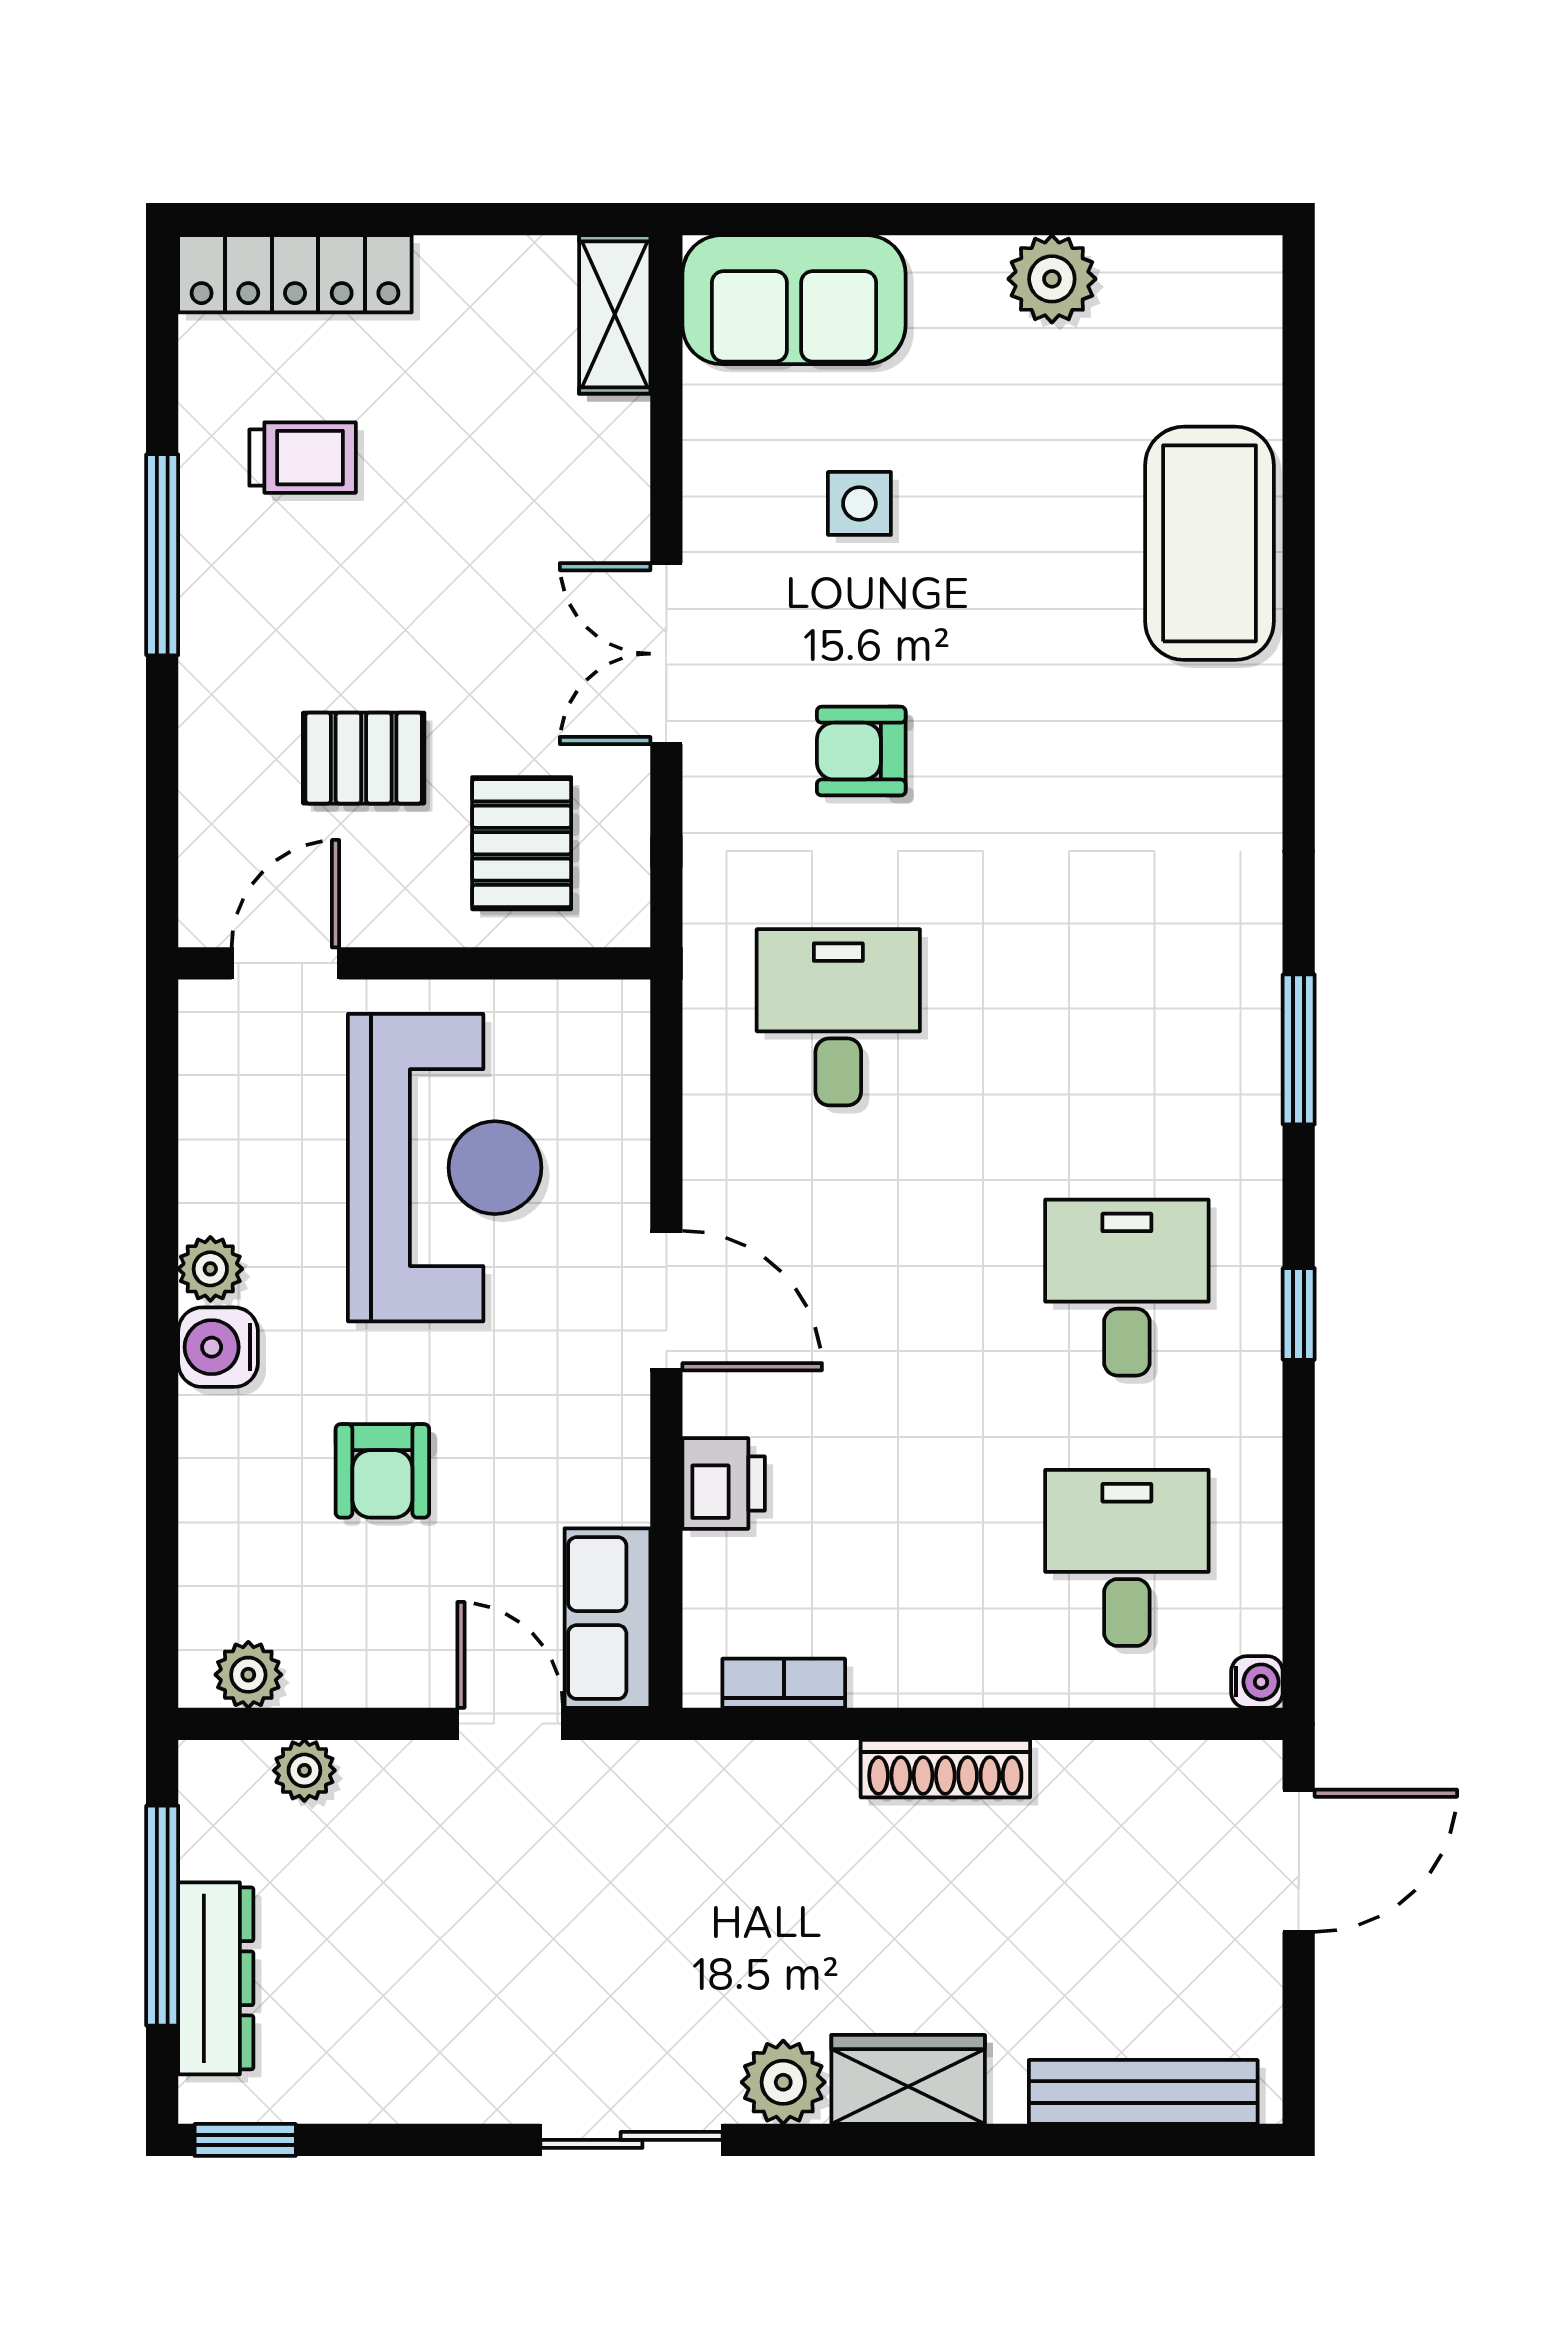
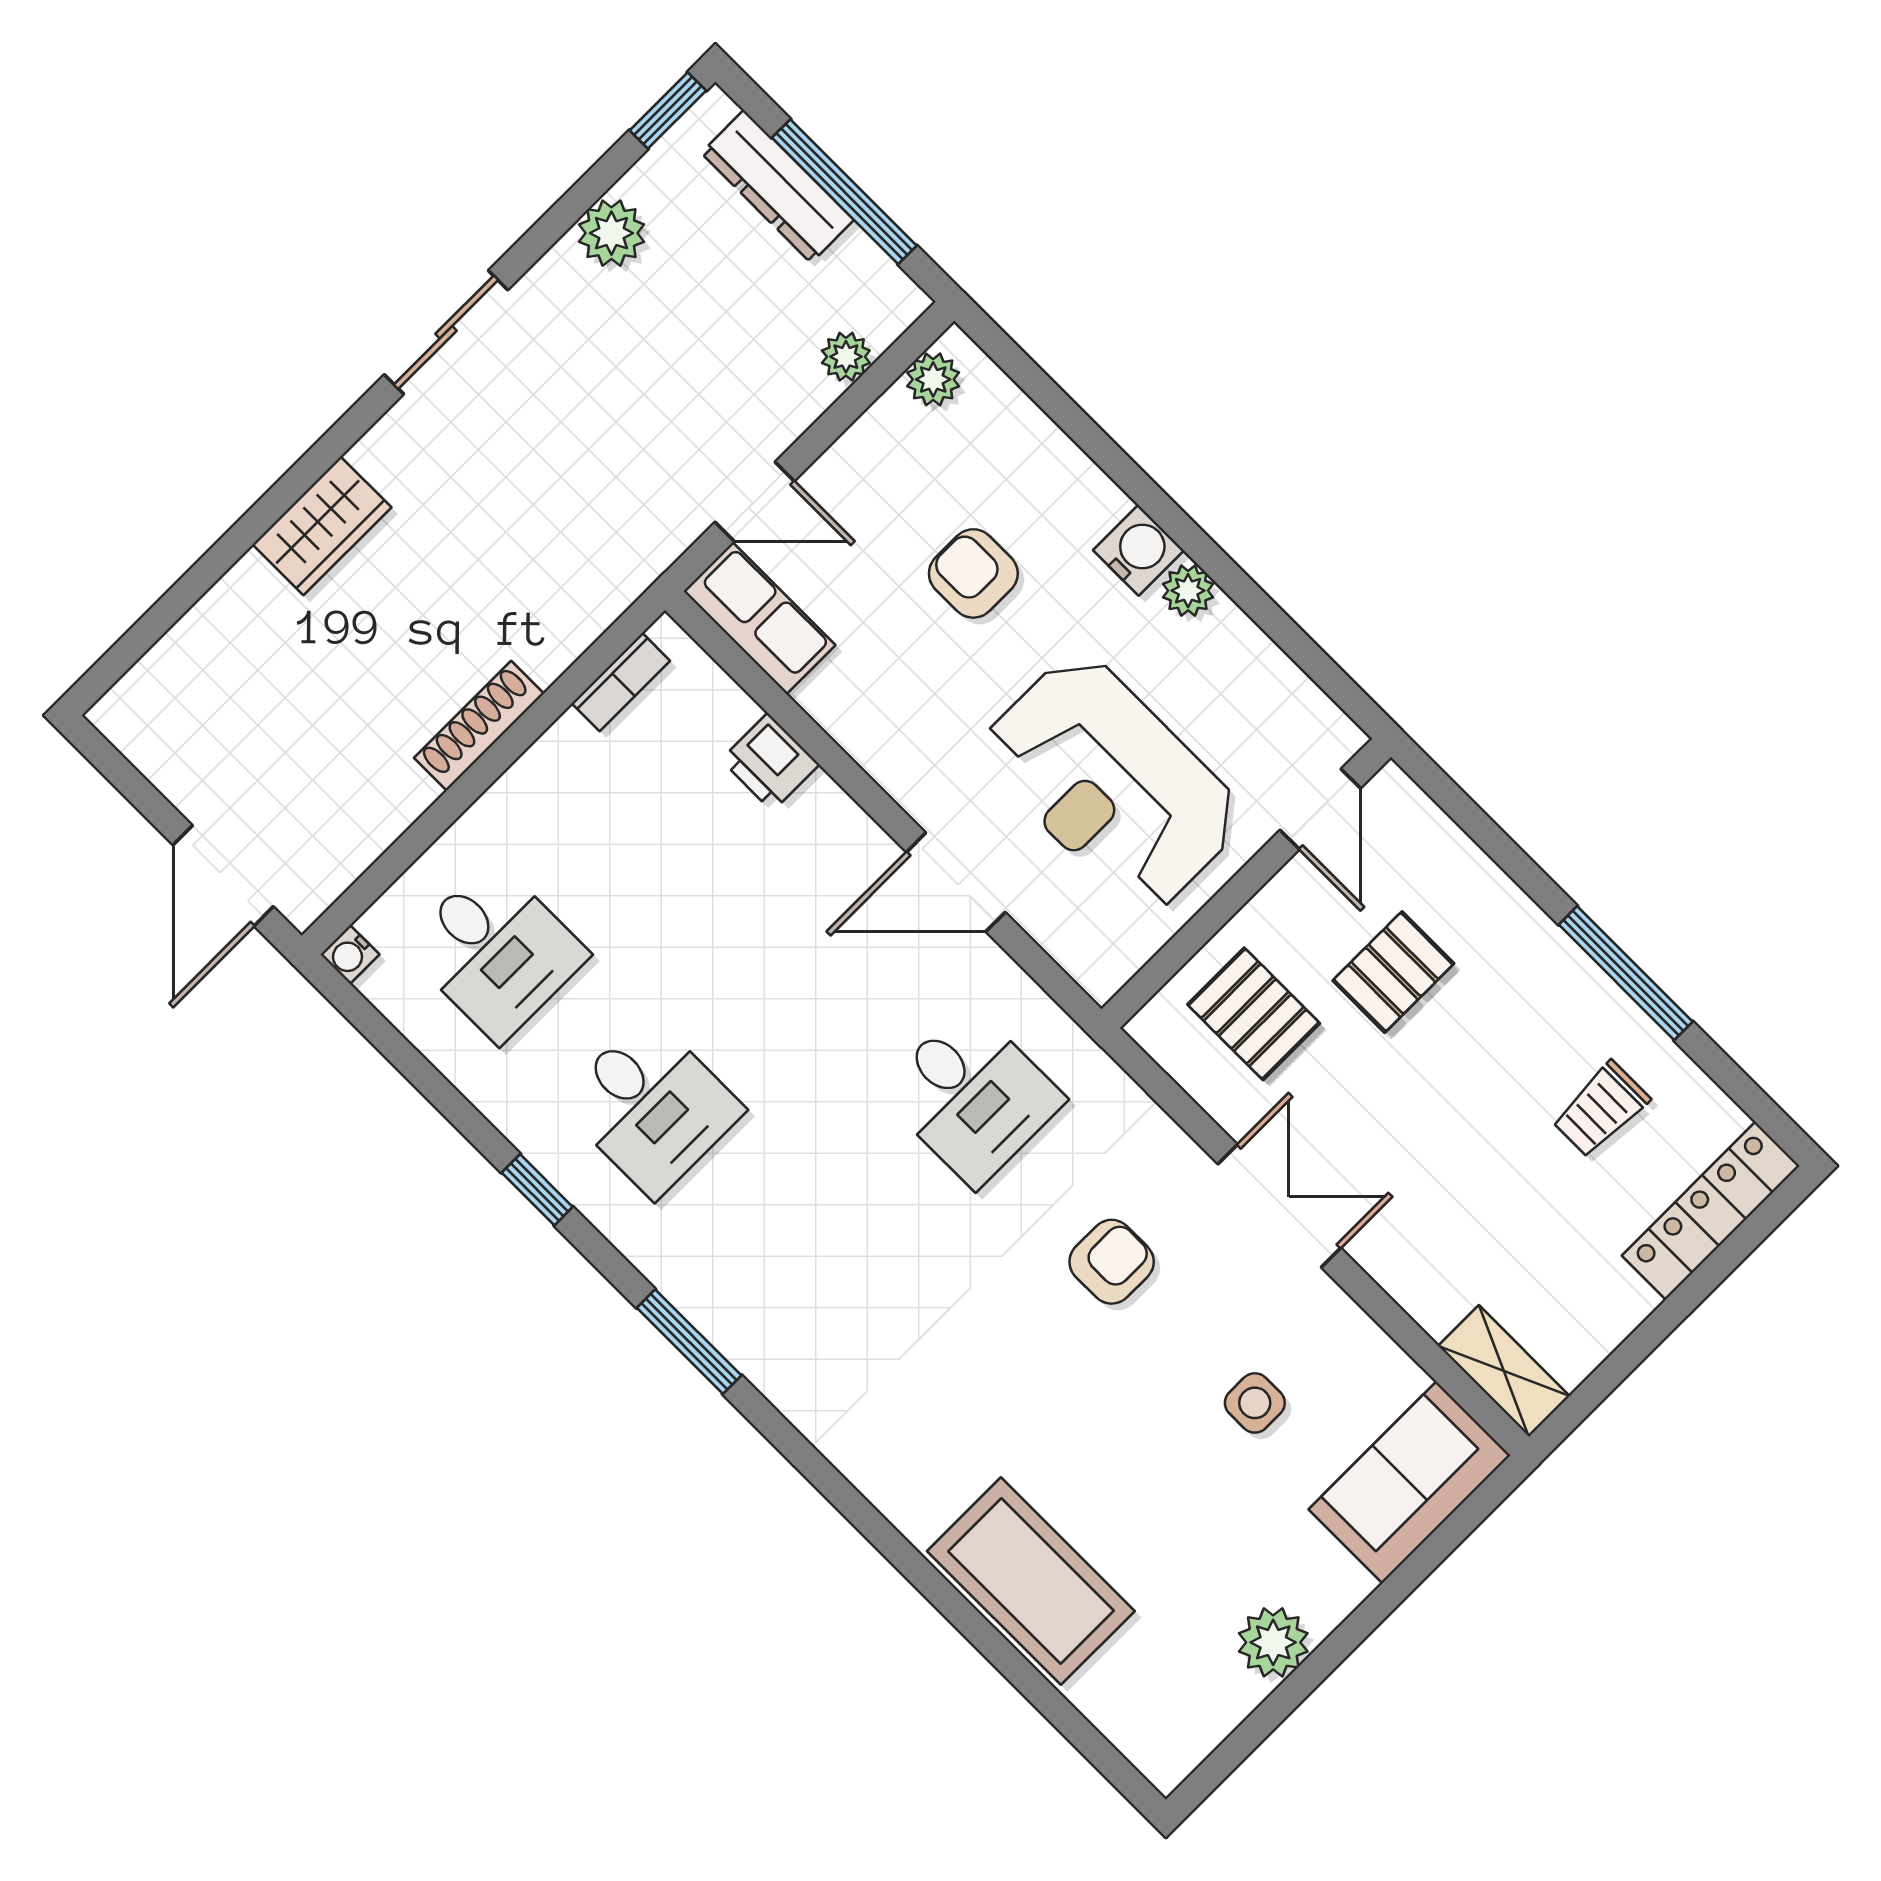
door: (666, 1301) -> (956, 882), moved
plant: (783, 2082) -> (611, 233), moved
bench: (1143, 2092) -> (180, 654), removed

